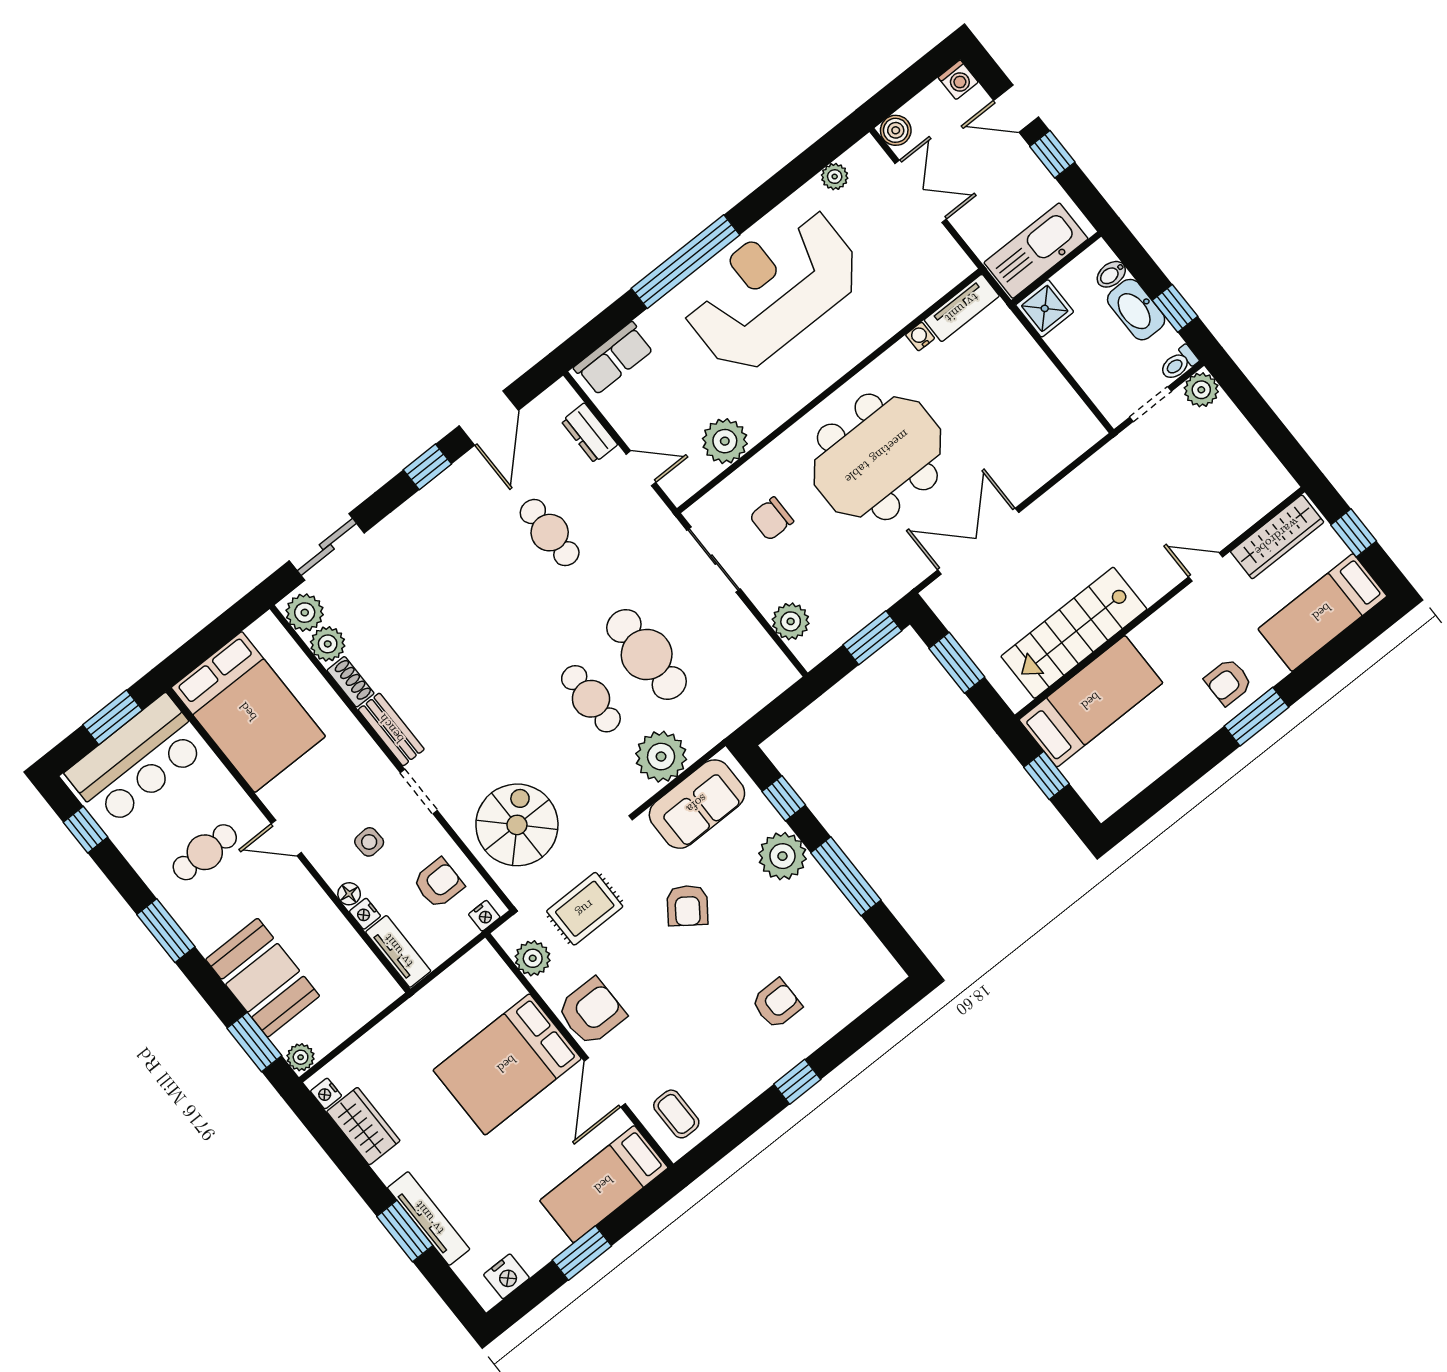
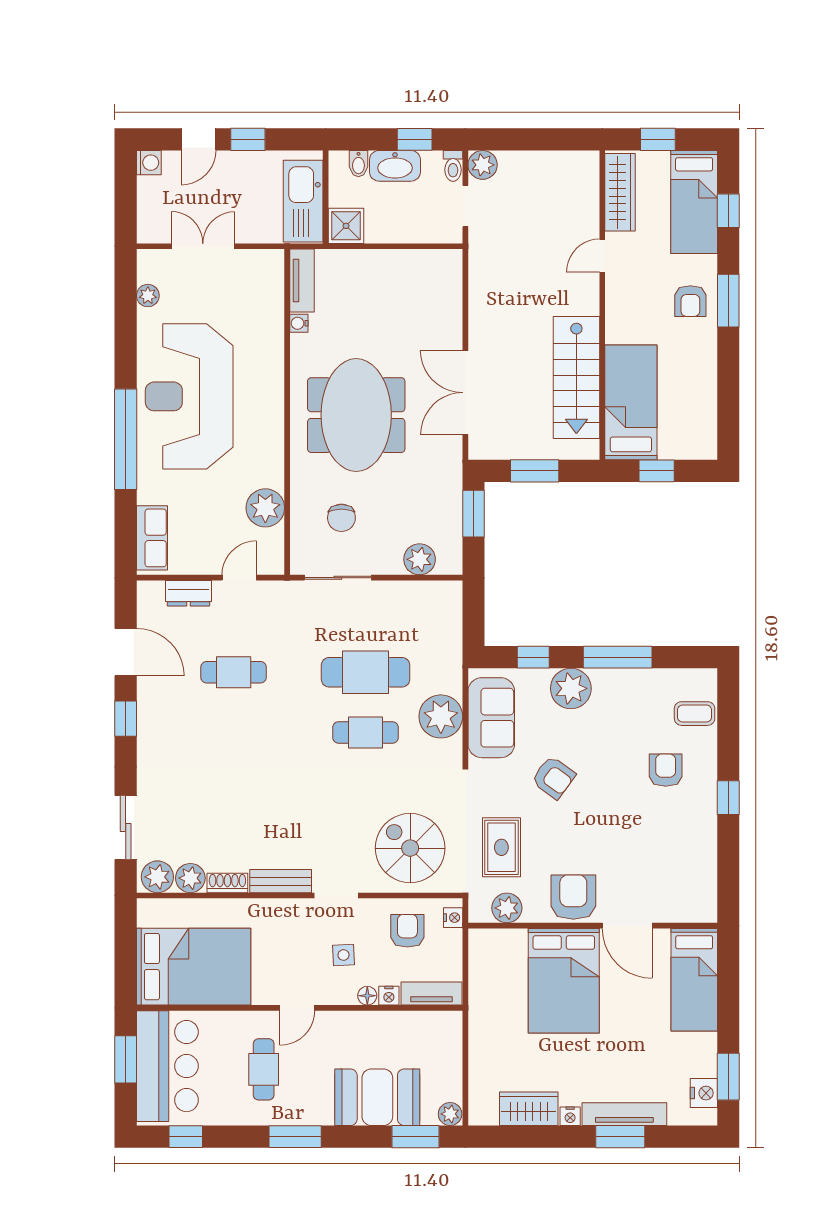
boiler: (896, 130) -> (149, 231), removed
window: (1339, 650) -> (728, 211), added
nightstand: (326, 1094) -> (570, 1116), moved
coffee table: (676, 1114) -> (695, 714), moved
window: (582, 1253) -> (728, 1077), moved

